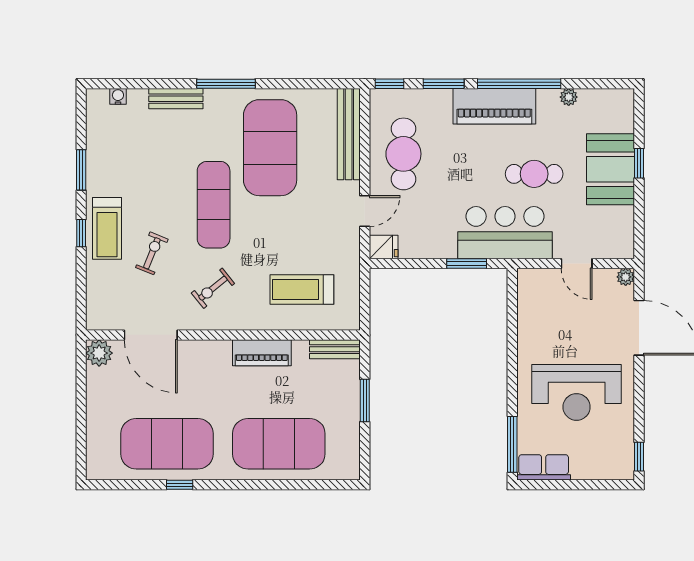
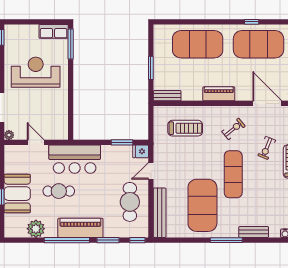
plant: (569, 97) -> (36, 229), width x1.87, depth x1.87
window: (467, 264) -> (122, 142), moved
piano: (262, 353) -> (219, 94), moved

